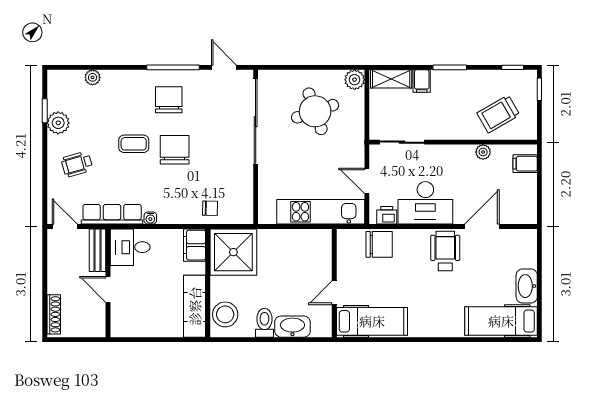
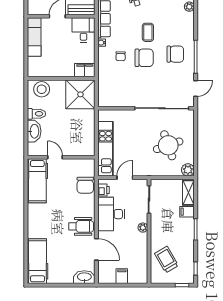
plant: (483, 152) -> (143, 228), moved
filing cabinet: (525, 164) -> (122, 276), moved
chair: (210, 208) -> (121, 56), moved
washbasin: (527, 286) -> (84, 277), moved
exam couch: (195, 306) -> (34, 37), moved, turned 90

